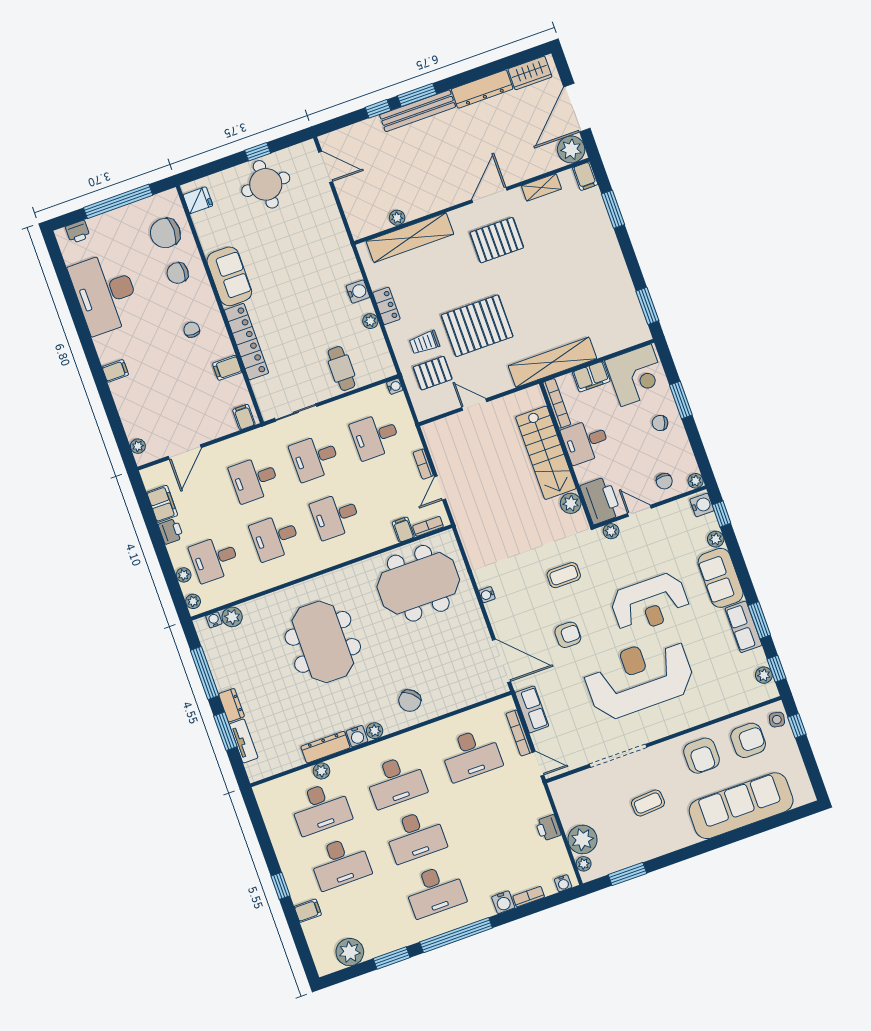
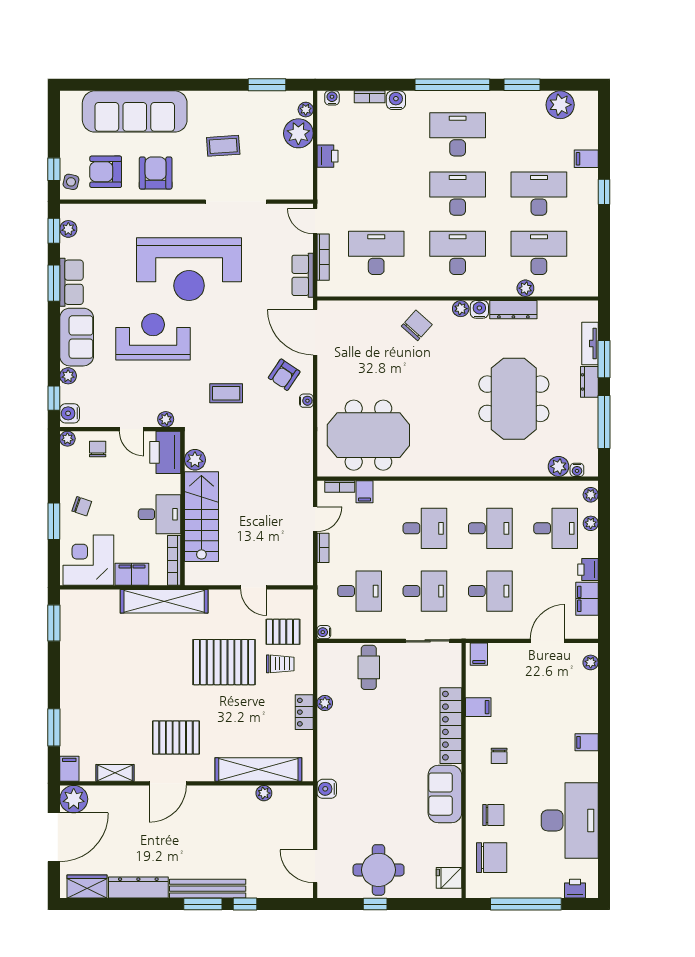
water cooler: (358, 292) -> (327, 789), moved
armchair: (568, 635) -> (284, 375), moved, turned -56
meeting table: (323, 642) -> (514, 399), moved

